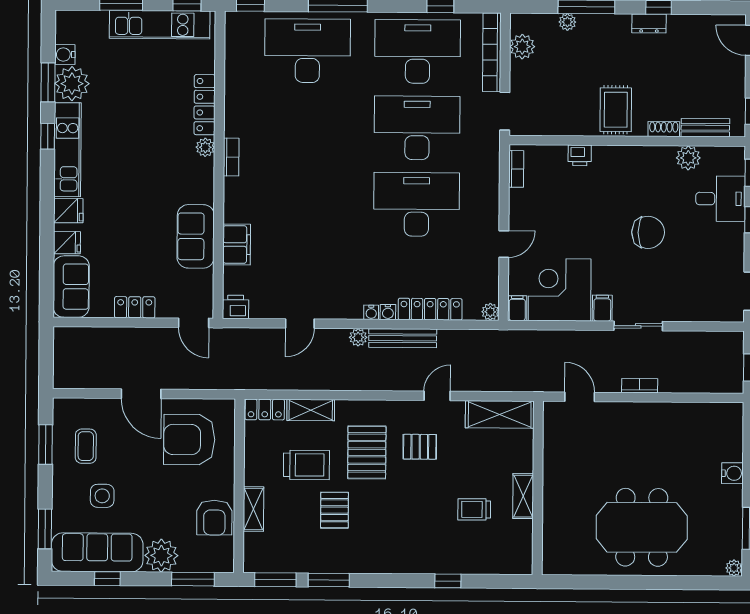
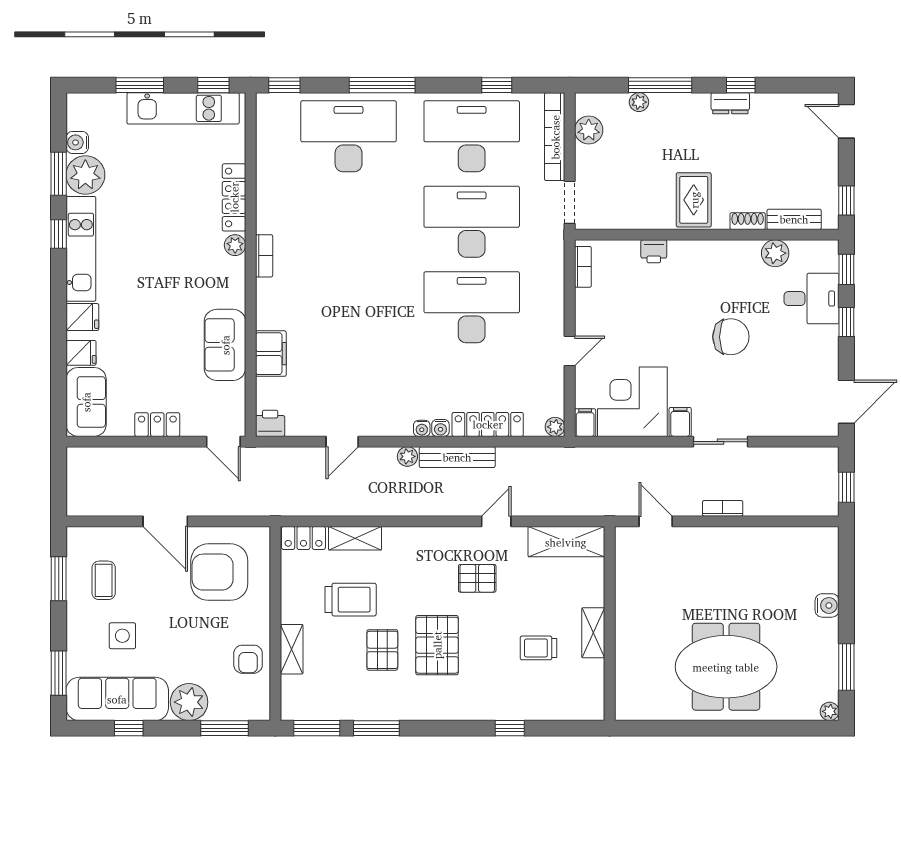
pallet: (367, 452) -> (437, 645), moved
armchair: (214, 518) -> (248, 659), width x0.72, depth x0.72

